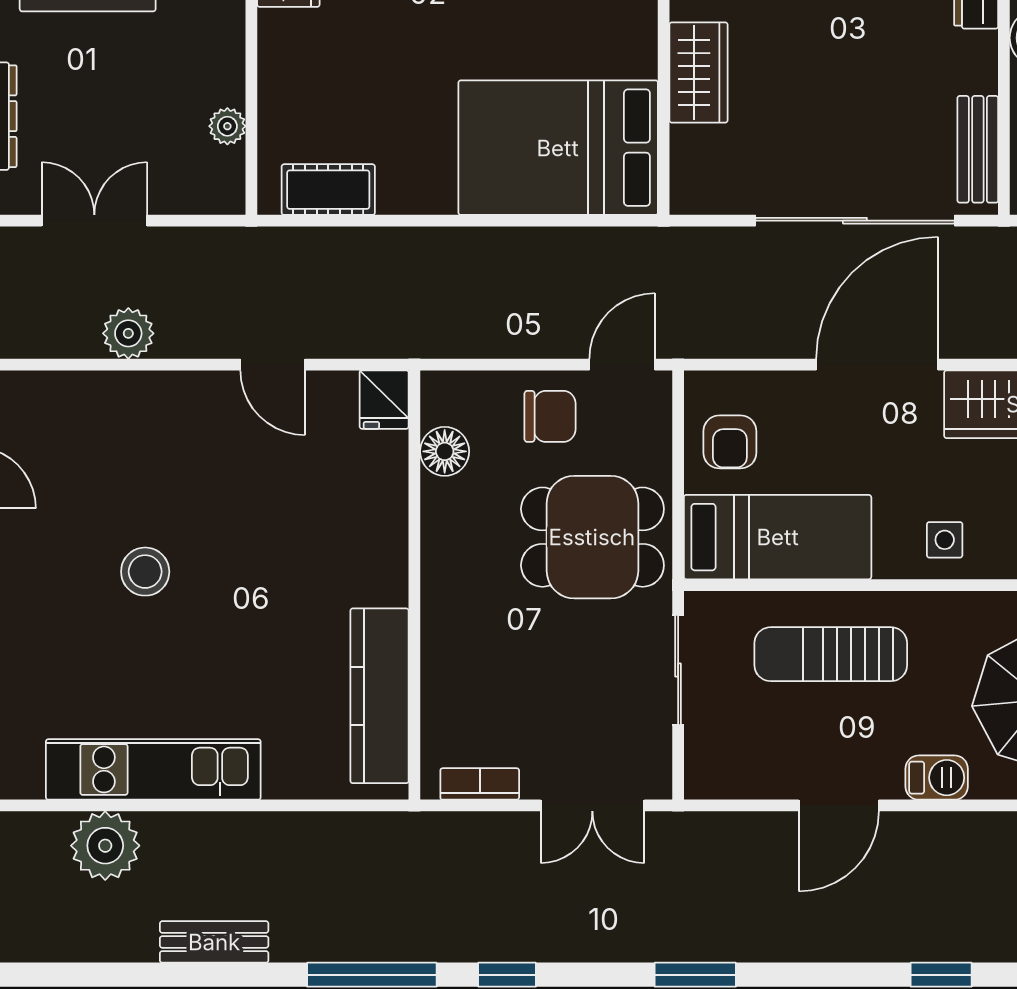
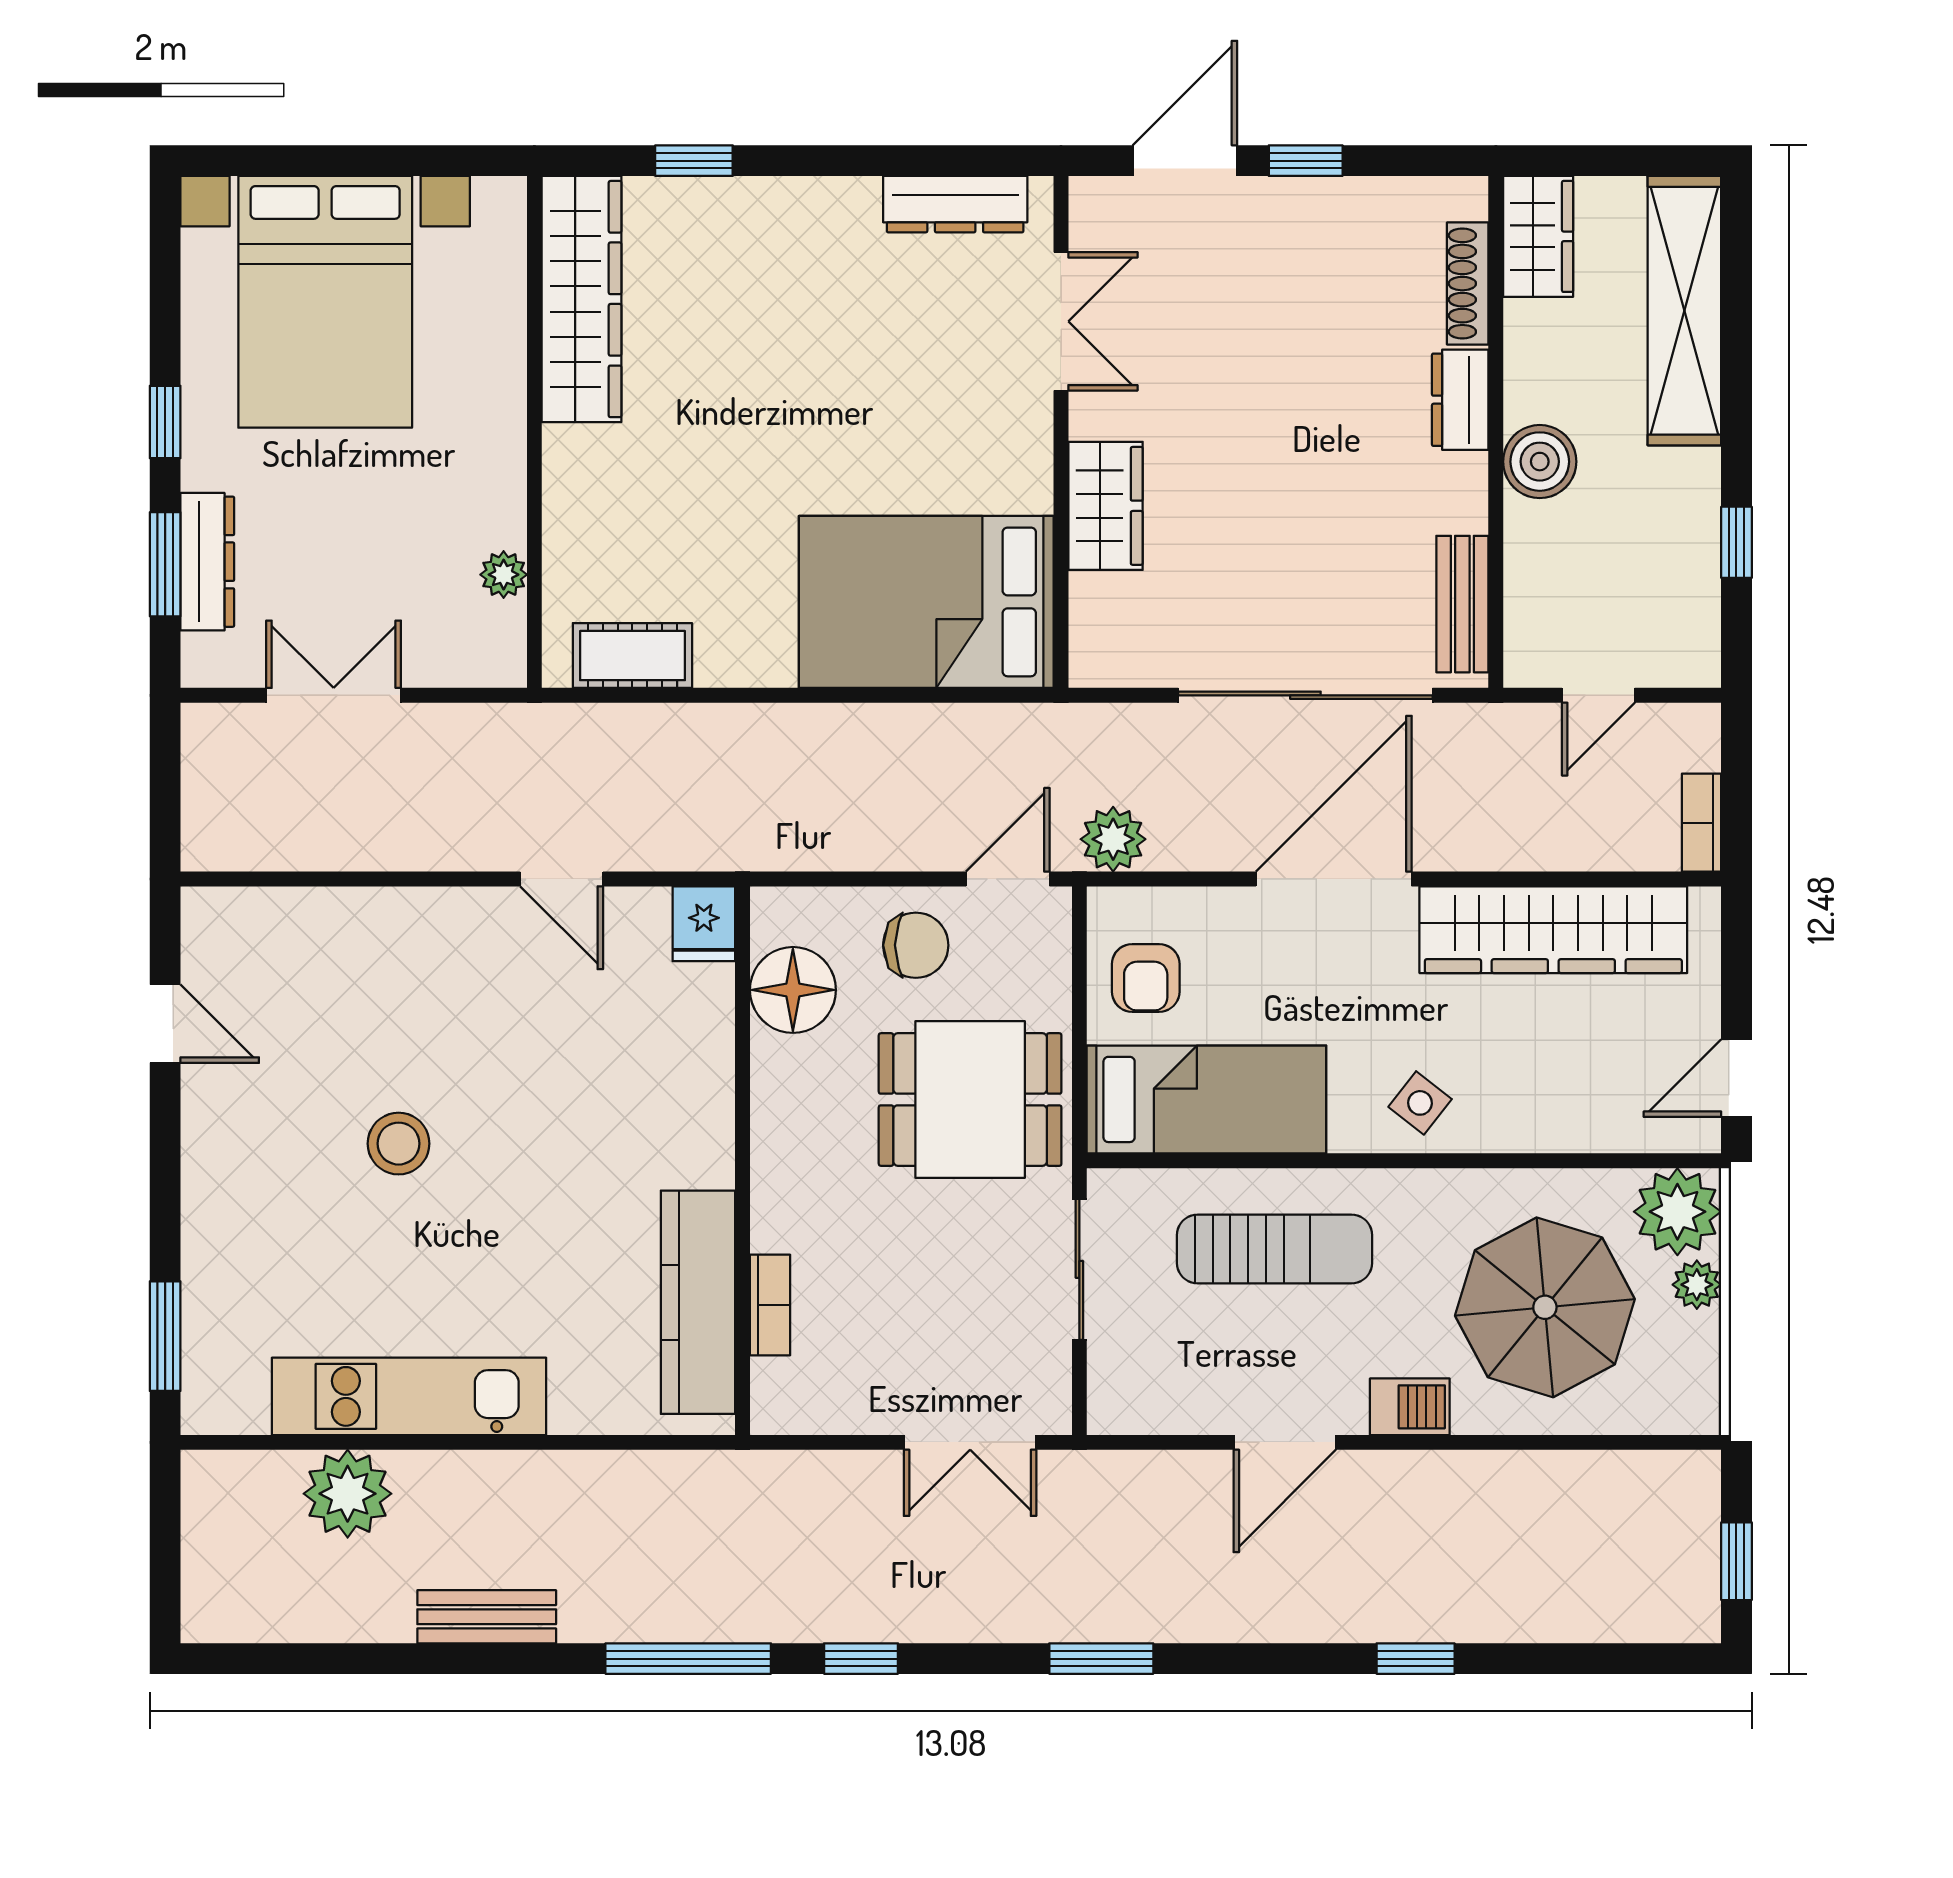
plant: (128, 333) -> (1113, 839), moved
floor lamp: (445, 451) -> (793, 990), width x1.38, depth x1.38
side table: (945, 540) -> (1420, 1103), turned 38
sun lounger: (831, 654) -> (1275, 1249), turned 180
bookcase: (480, 784) -> (770, 1305), moved, turned 90

